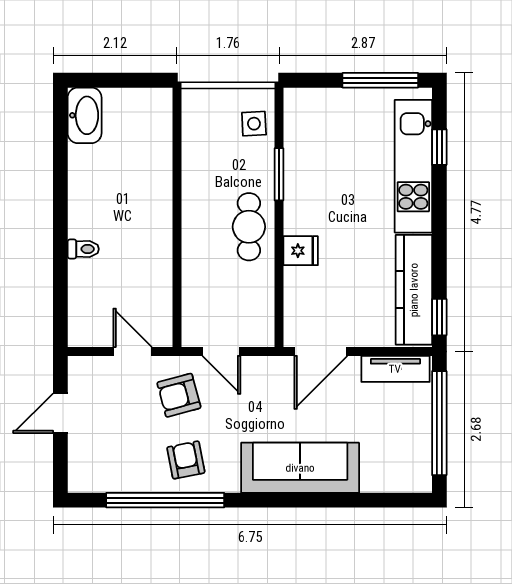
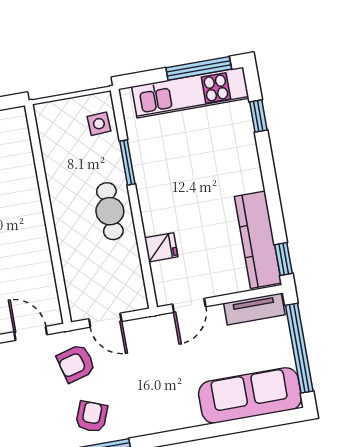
kitchen unit: (413, 166) -> (190, 92), moved, turned -90
fridge: (301, 251) -> (161, 247), moved
door: (321, 351) -> (189, 305), width x0.73
armchair: (186, 460) -> (92, 417), turned 32
sofa: (300, 468) -> (250, 395), moved

